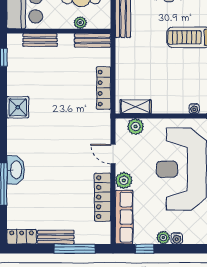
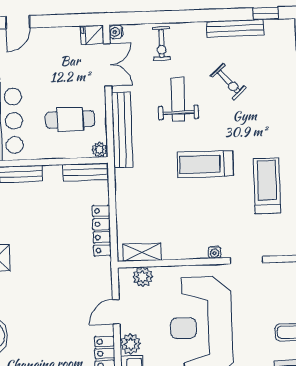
plant: (80, 23) -> (99, 150), moved
door: (113, 154) -> (116, 312), hinge flipped

